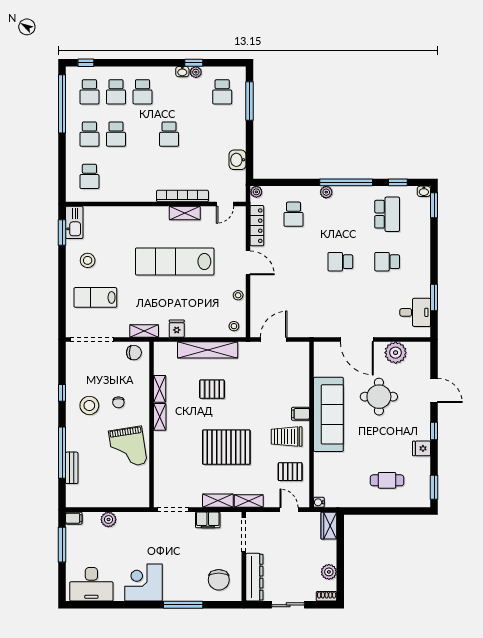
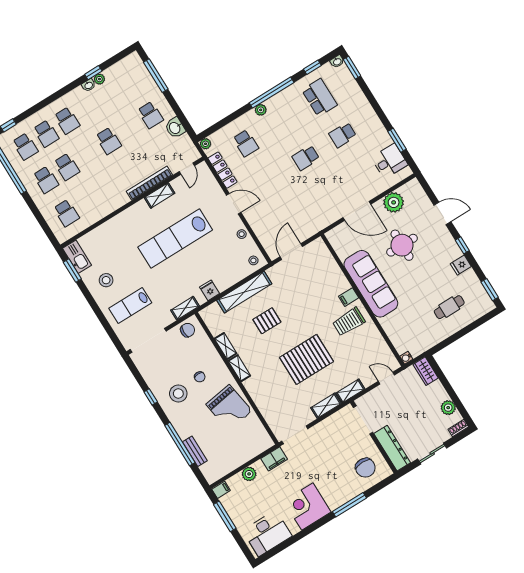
school desk: (222, 92) -> (150, 115), moved
pallet: (290, 472) -> (369, 348), removed
filing cabinet: (208, 520) -> (274, 459), moved

